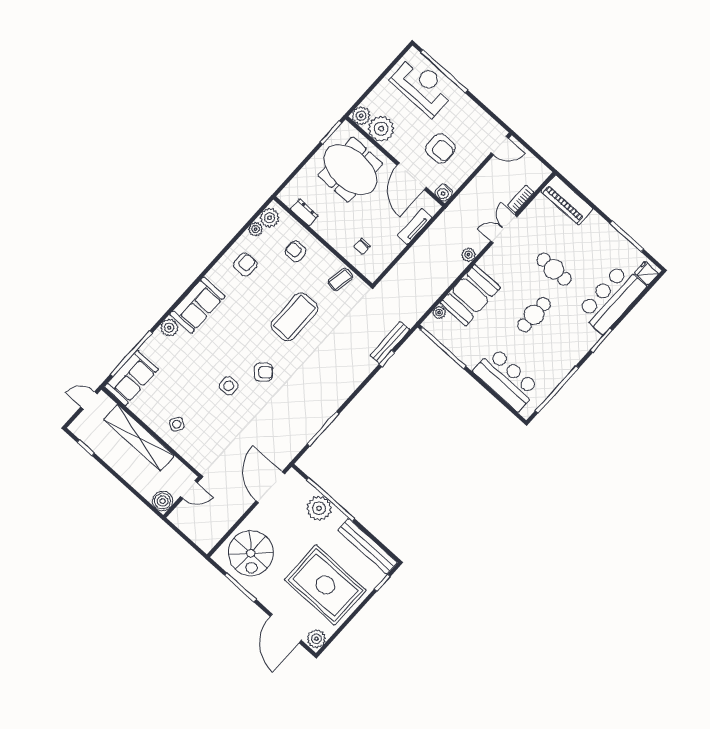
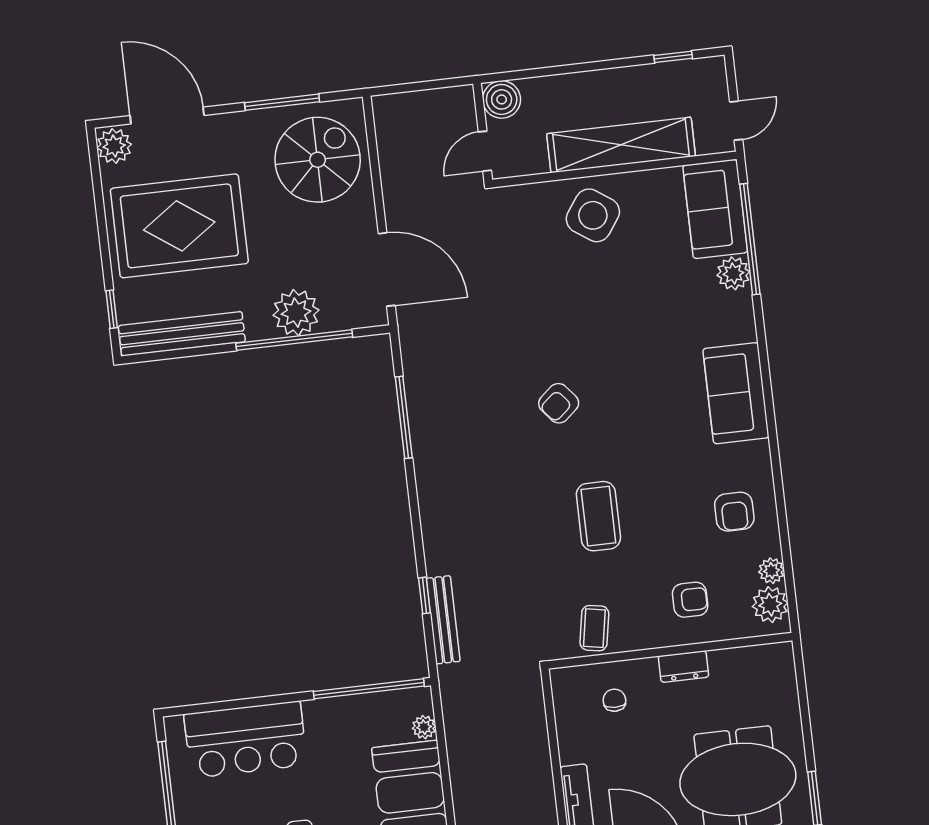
dresser: (304, 212) -> (683, 667), moved
coffee table: (294, 317) -> (598, 516), width x0.73, depth x0.76
plant: (169, 328) -> (733, 273), moved
side table: (229, 386) -> (583, 337), removed
side table: (177, 424) -> (593, 215), width x1.87, depth x1.87
spiral stairs: (251, 553) -> (318, 160), turned 90

